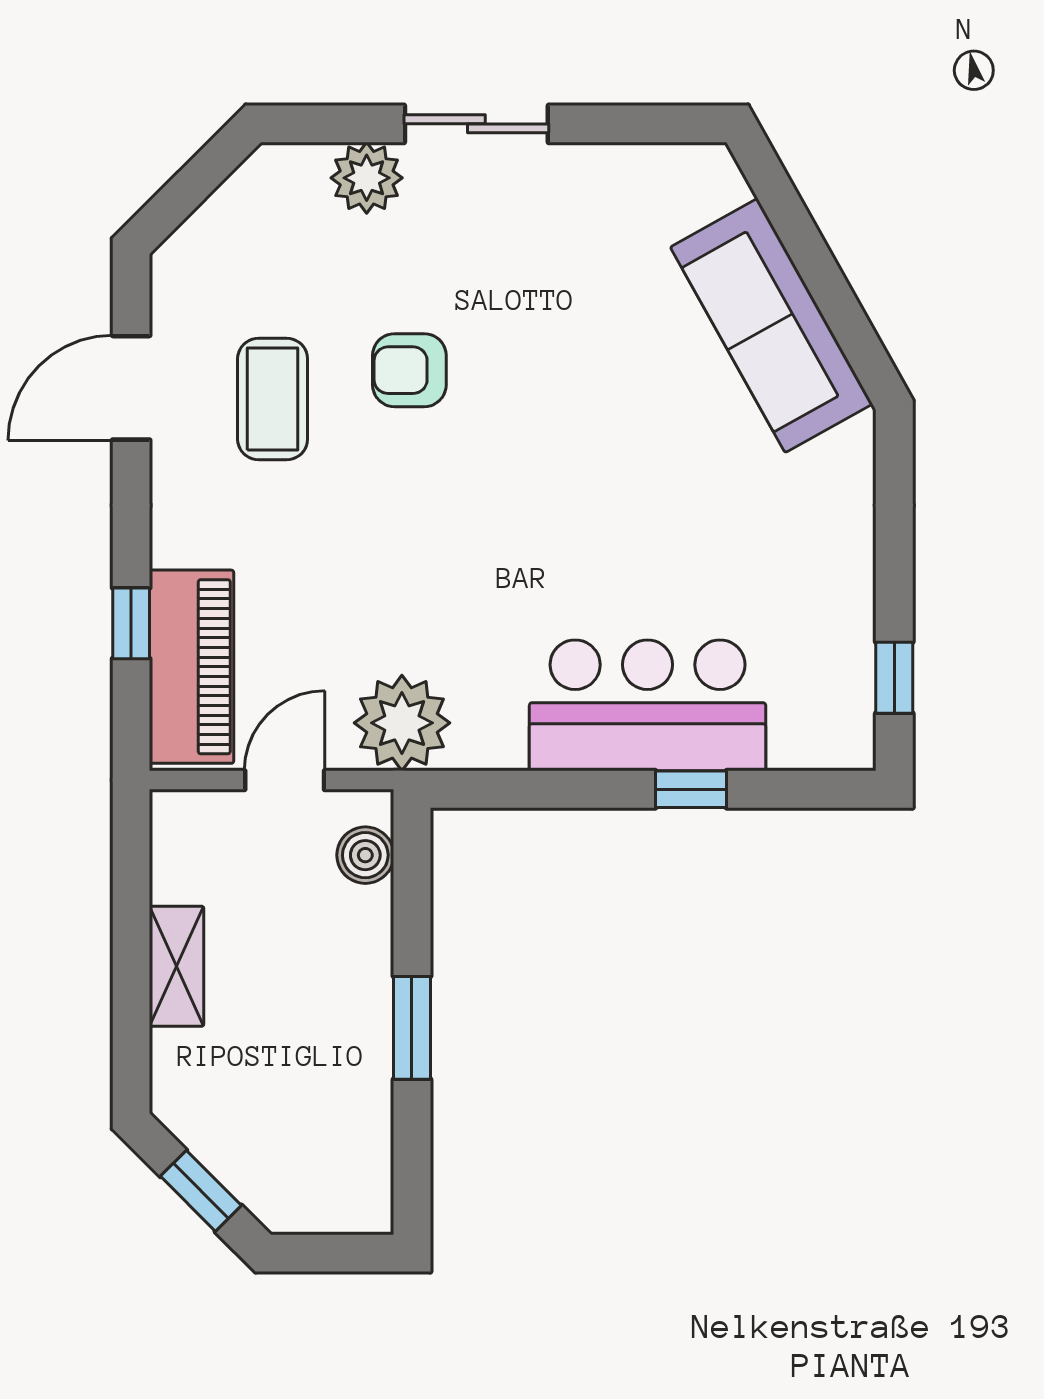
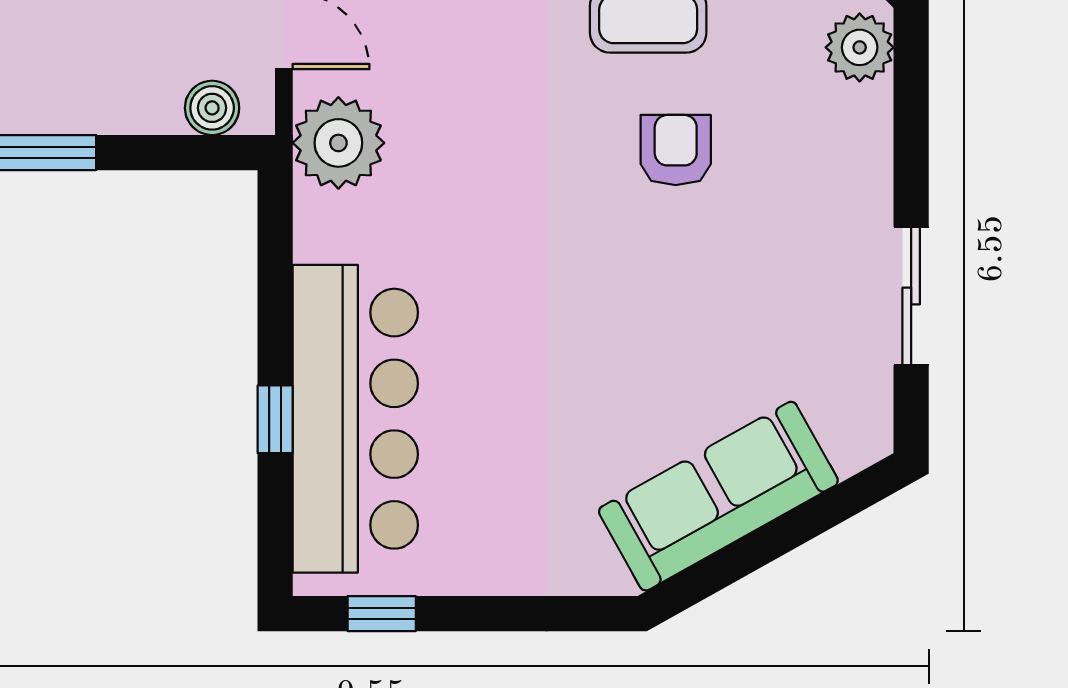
sliding door: (476, 124) -> (911, 296), moved
plant: (367, 178) -> (860, 47), moved
bar counter: (648, 705) -> (355, 419), width x1.36

